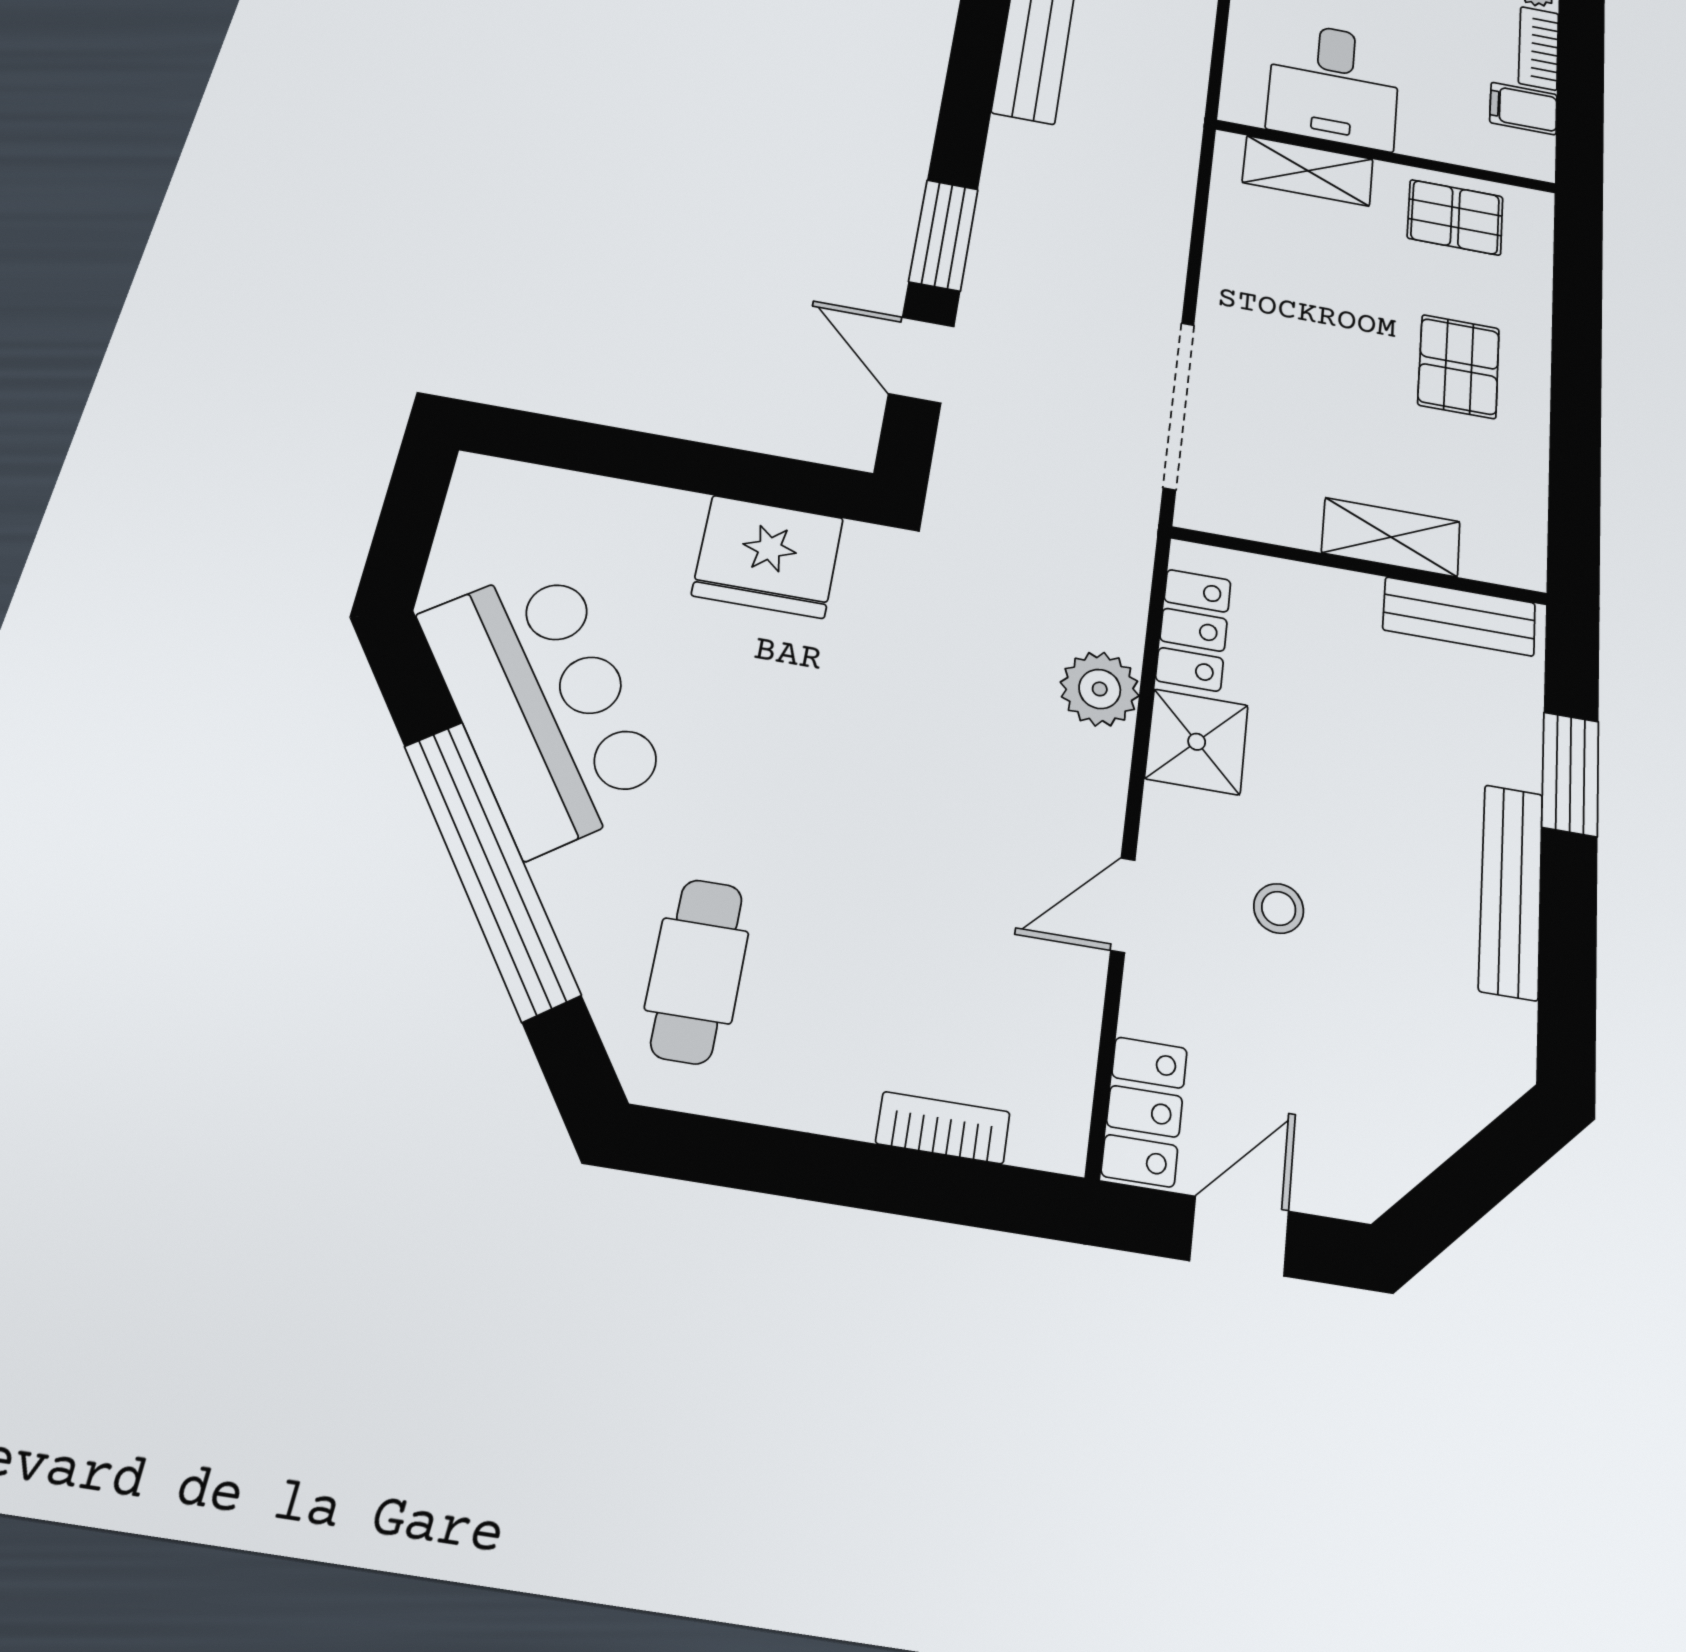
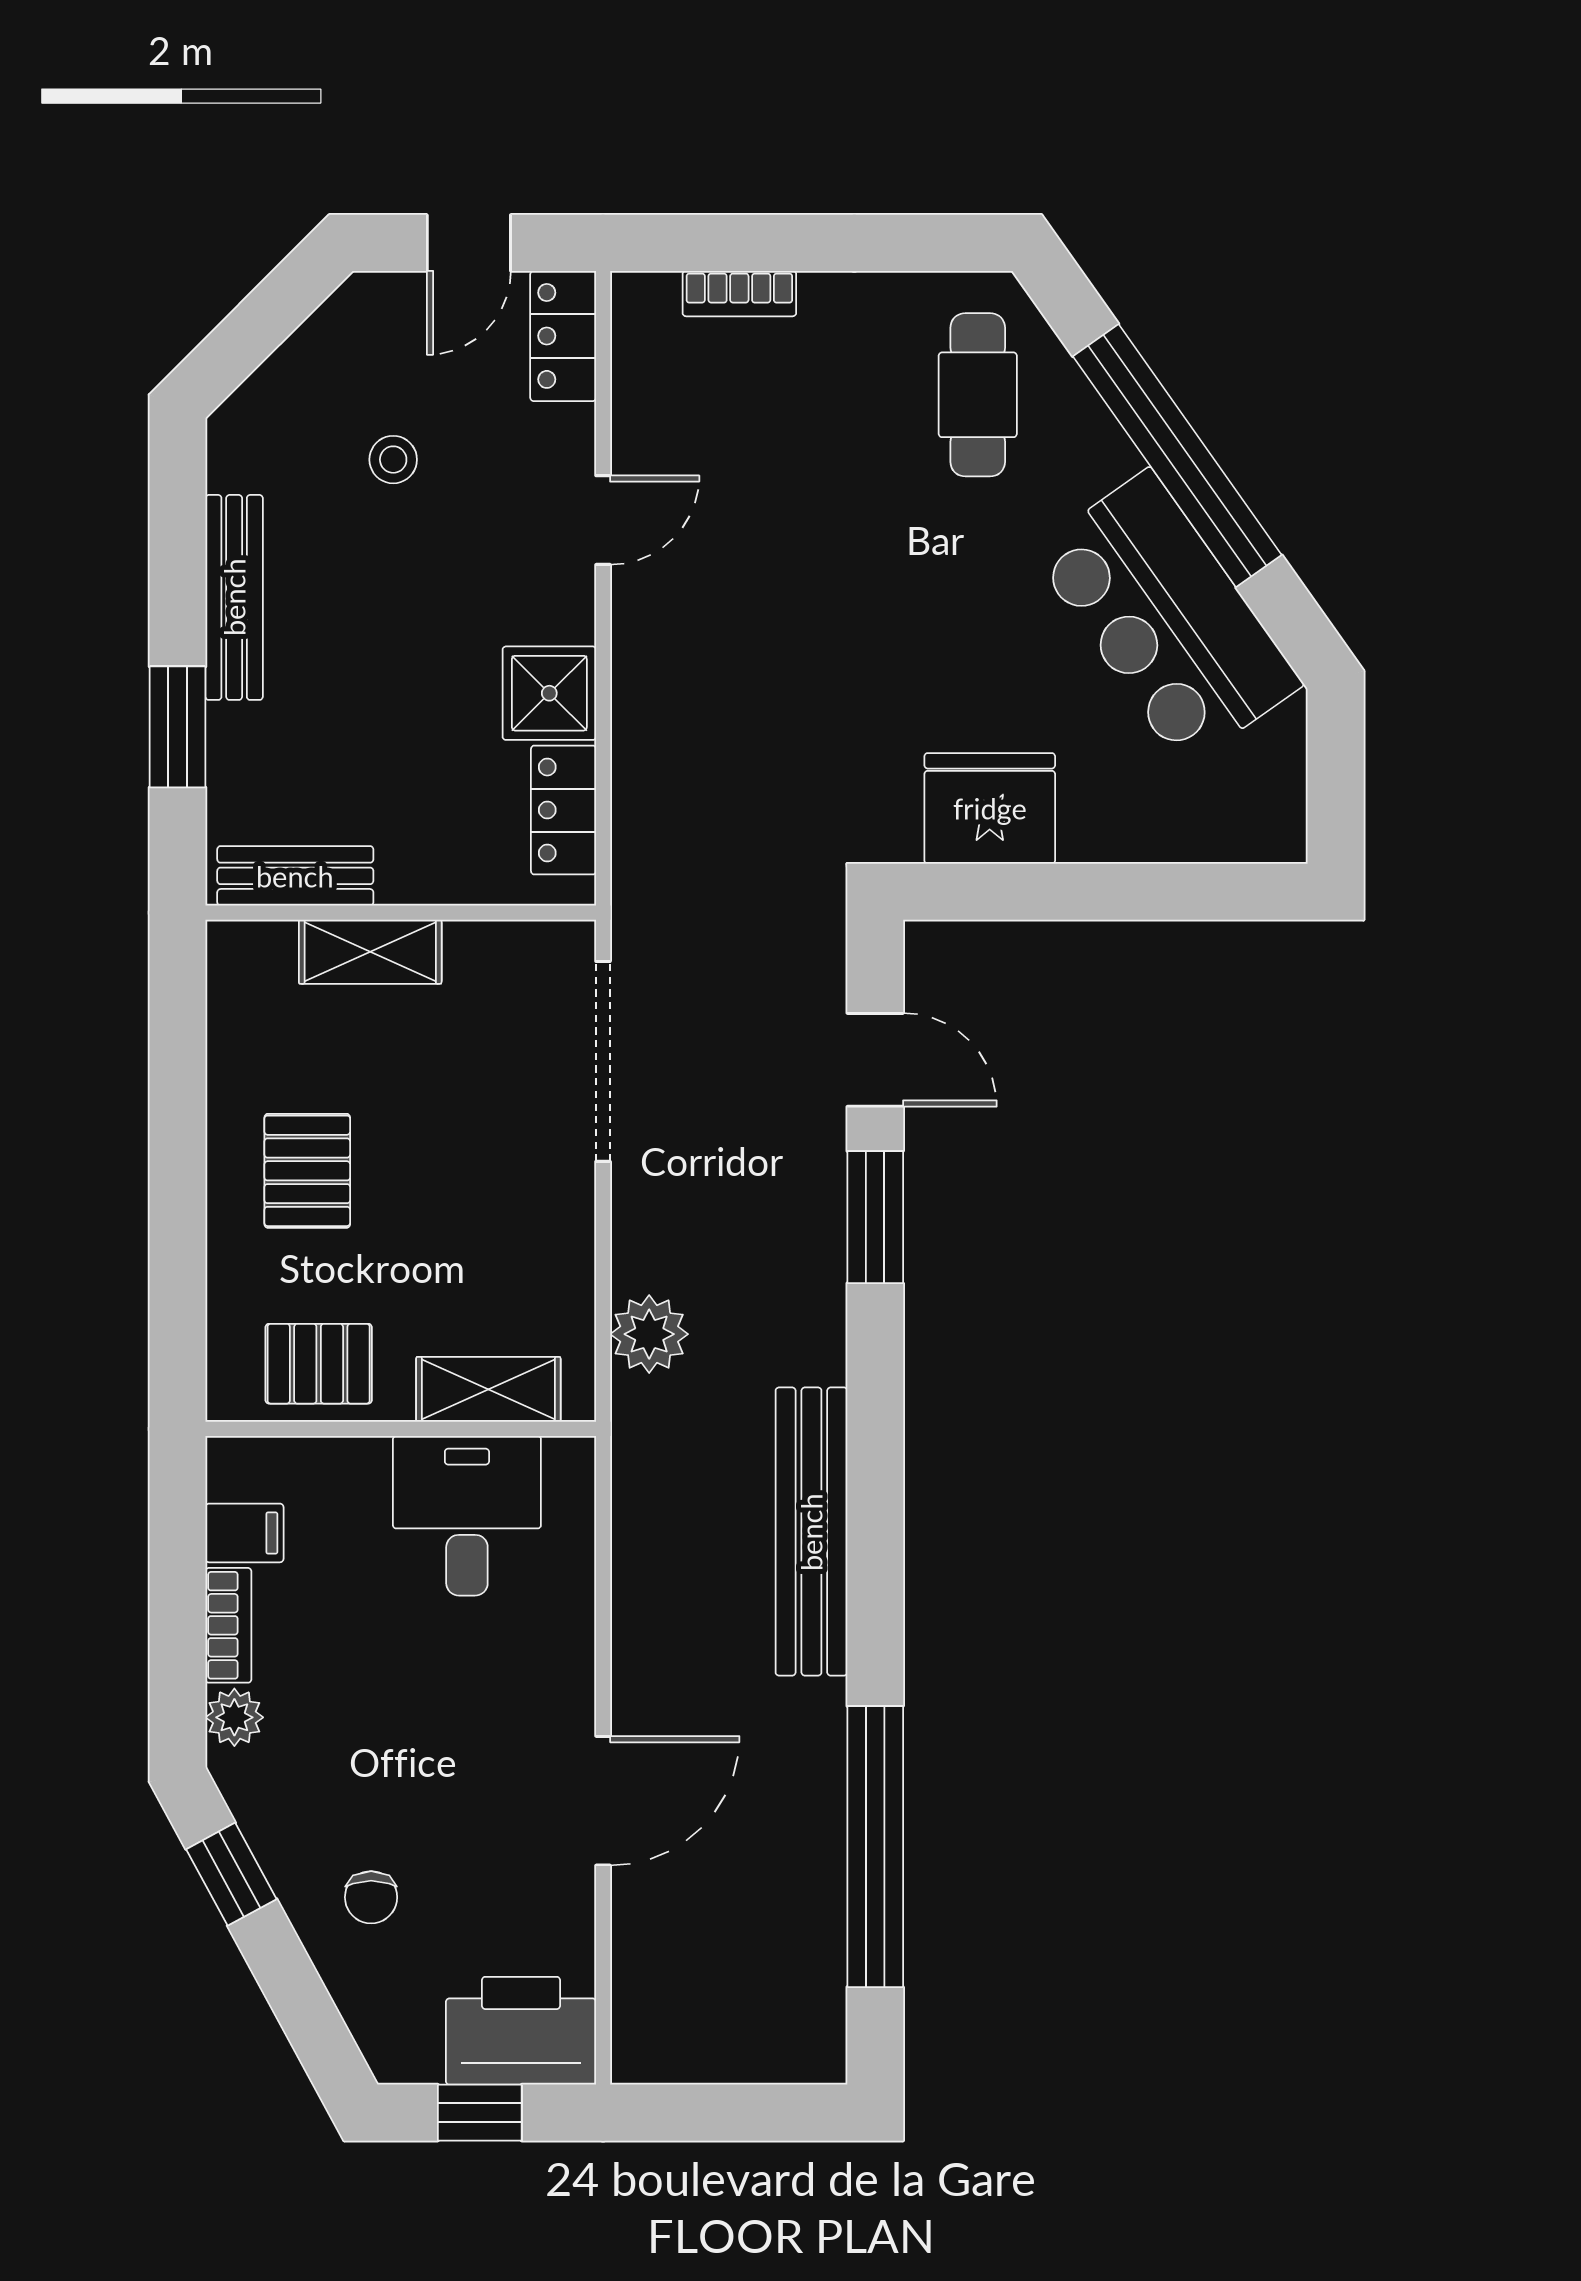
plant: (1100, 689) -> (649, 1334), moved
stool: (1279, 908) -> (393, 460), moved

